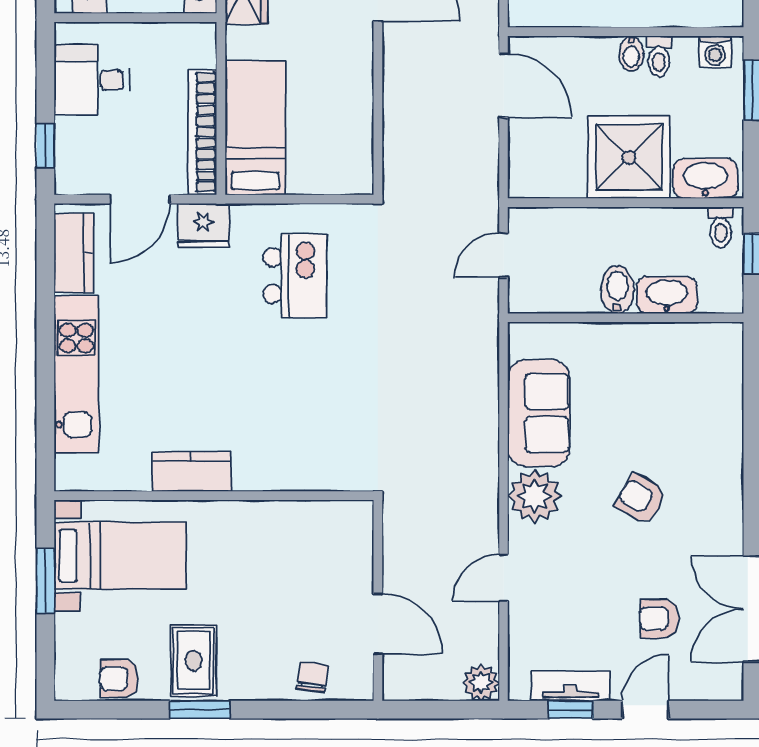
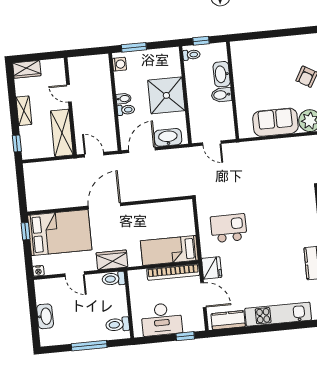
toilet: (659, 56) -> (126, 110), moved
desk: (92, 80) -> (162, 319), width x1.37
washbasin: (705, 179) -> (168, 137), moved, turned 90

